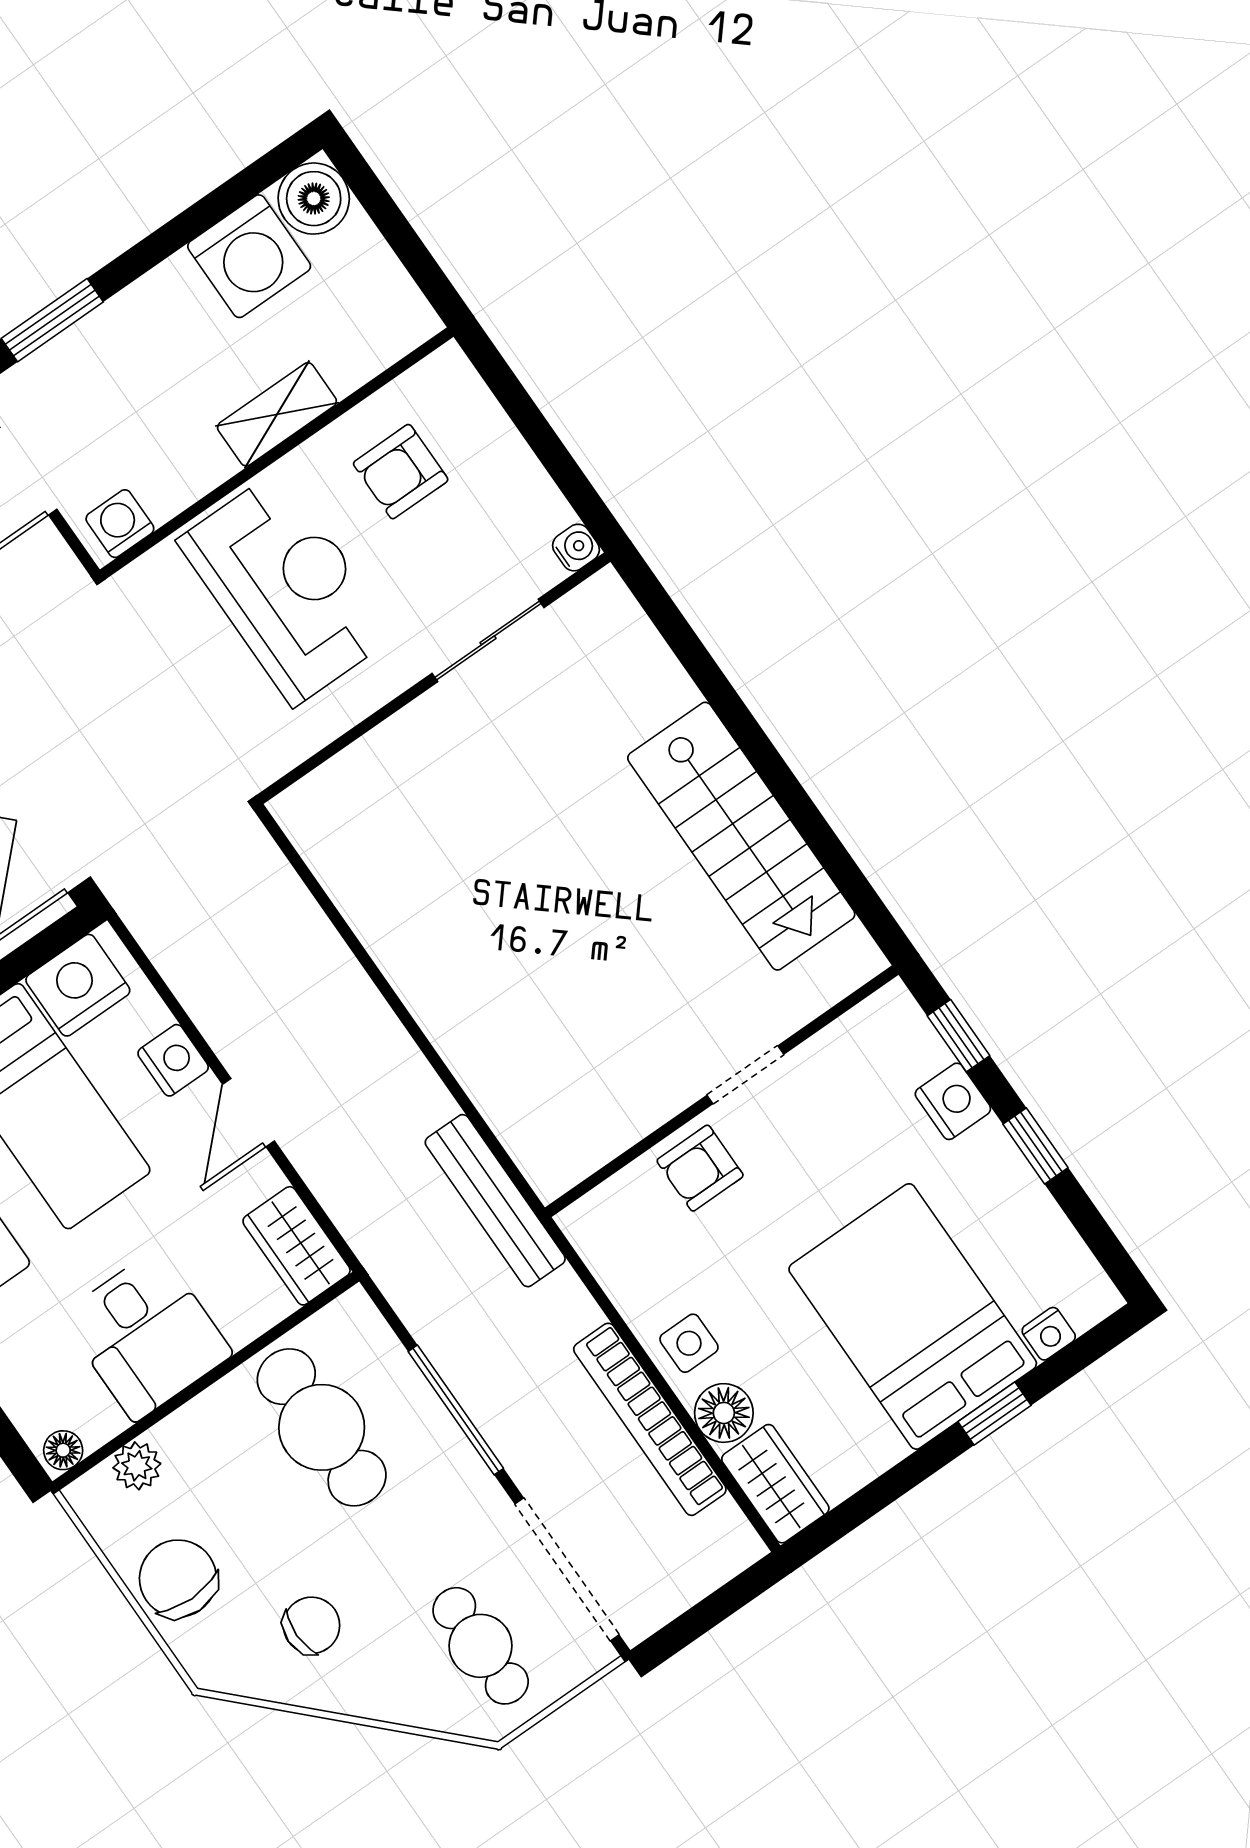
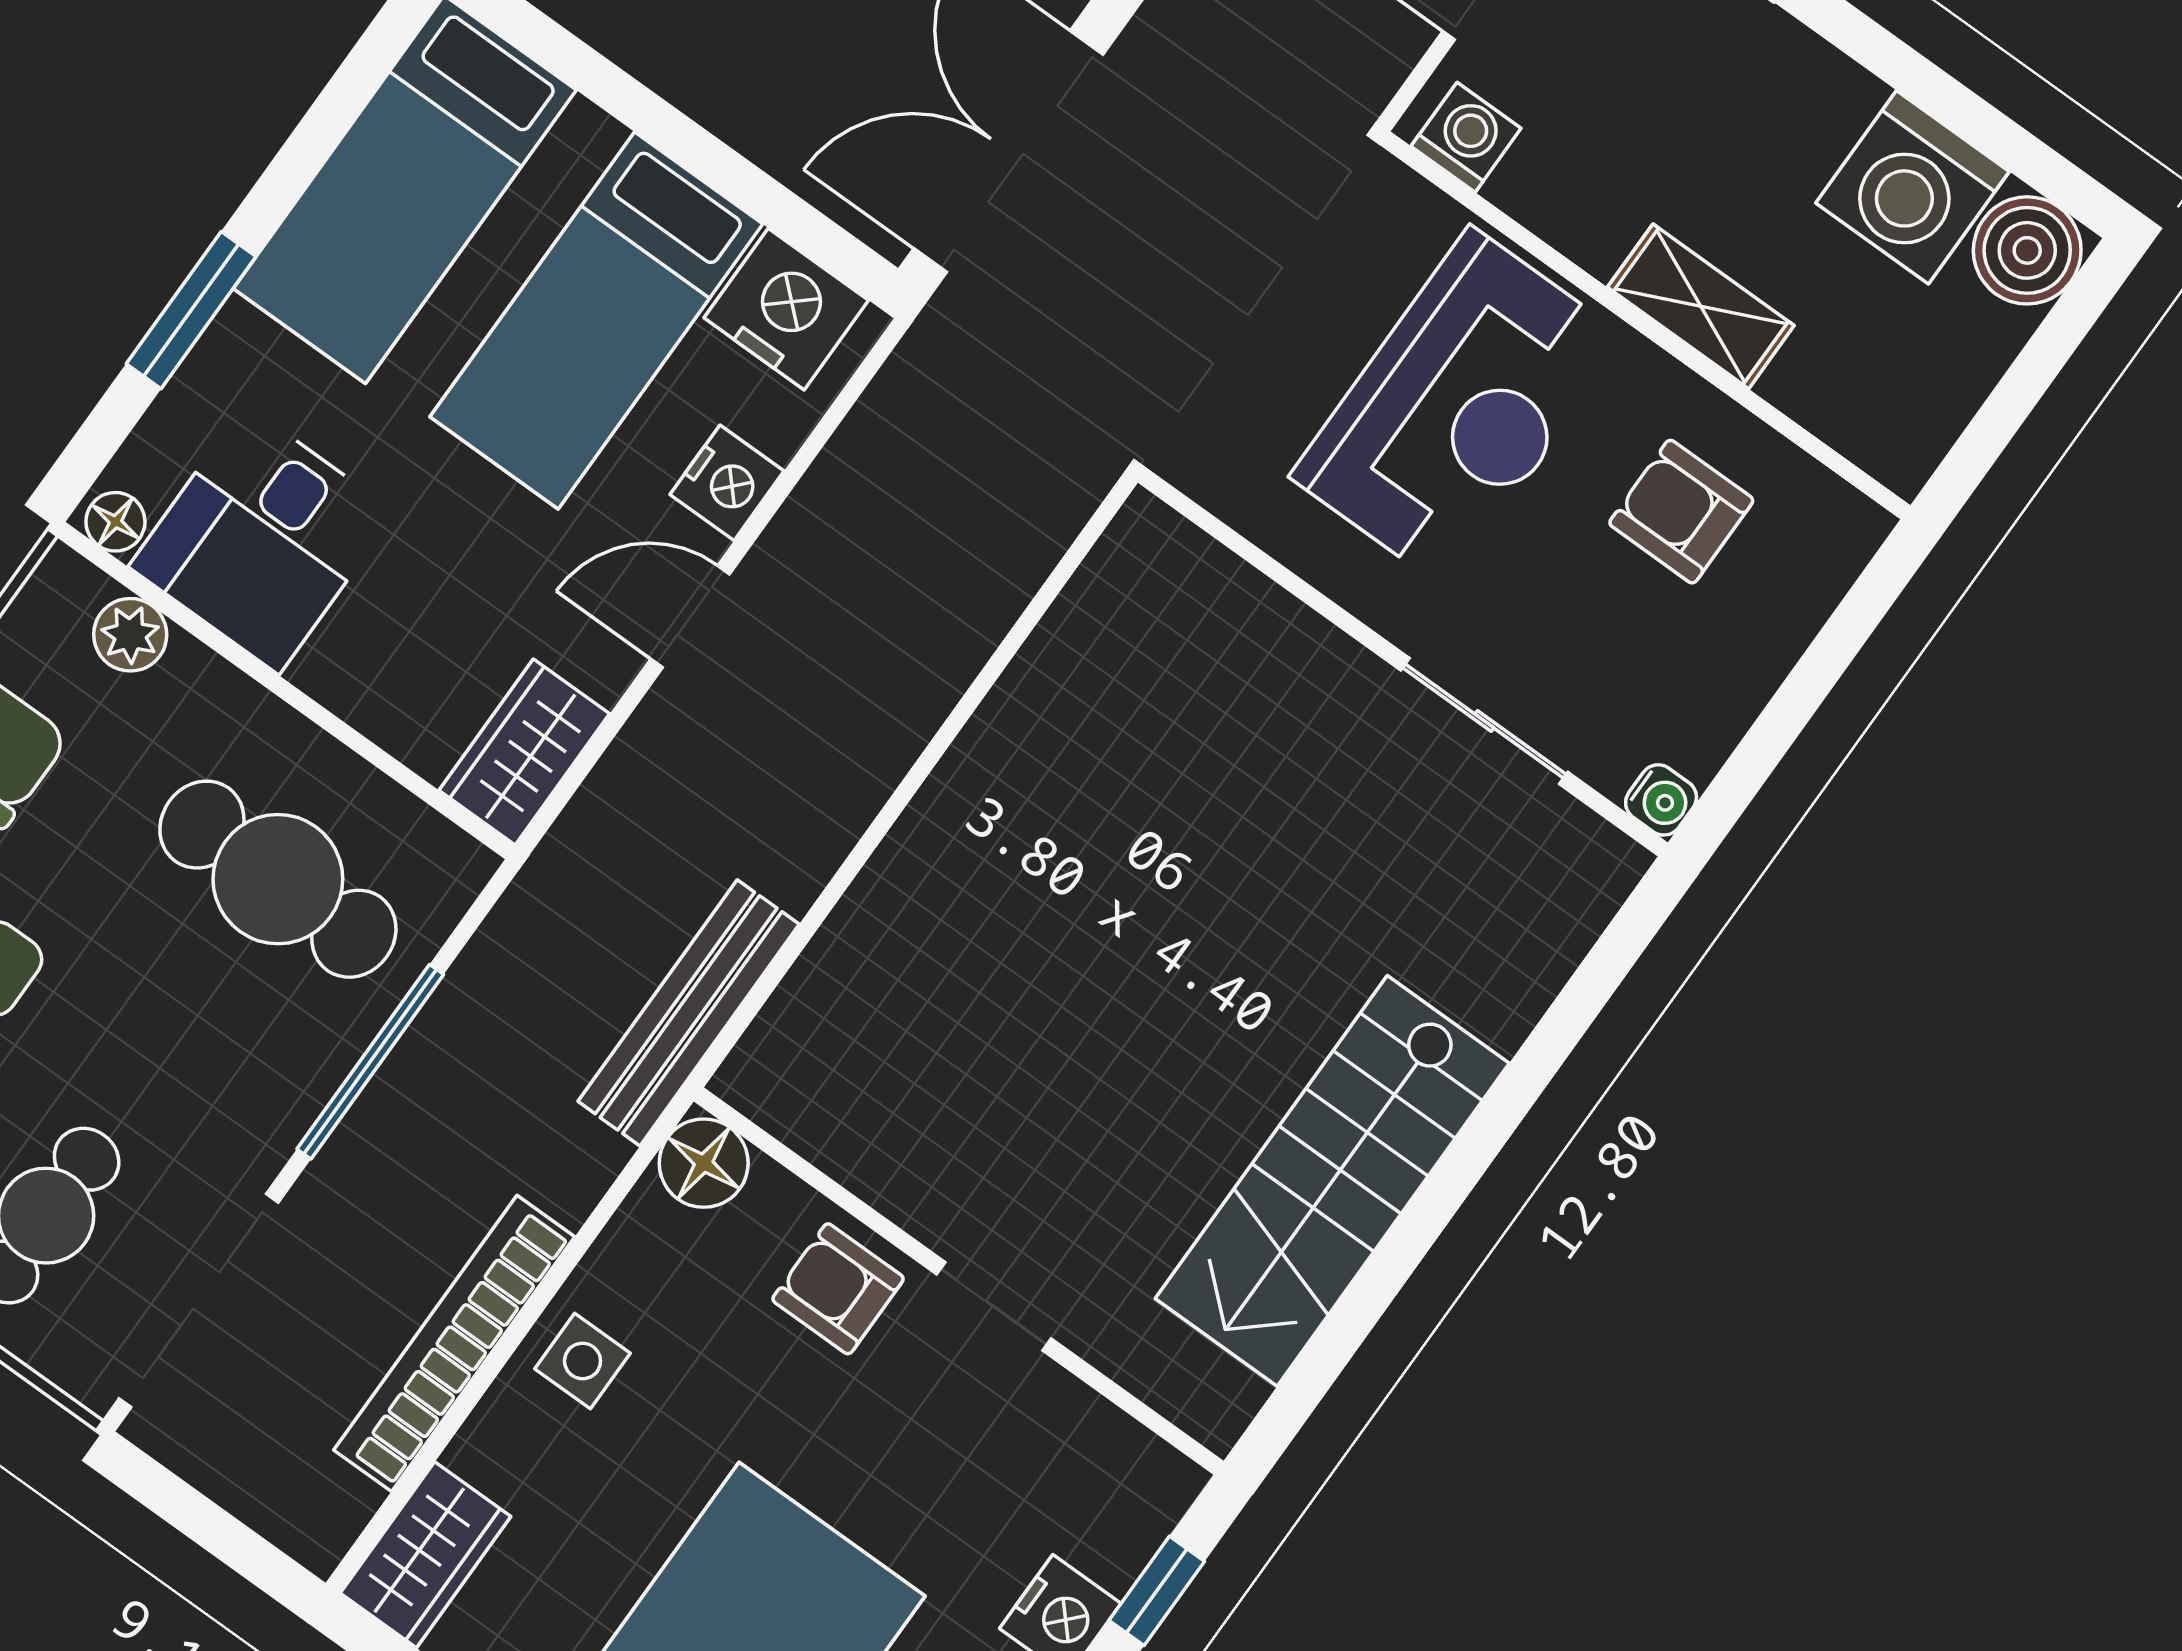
desk: (146, 1335) -> (262, 540), moved
floor lamp: (724, 1413) -> (704, 1163), moved
cafe table: (322, 1427) -> (278, 879), turned 90

